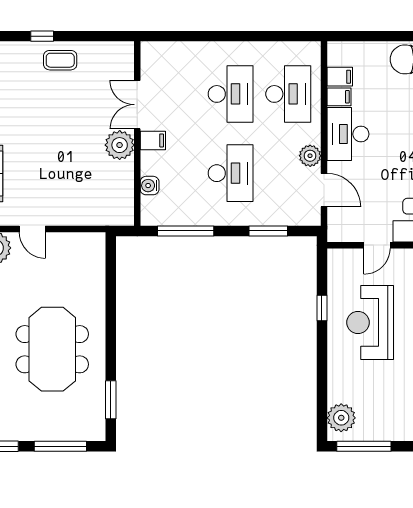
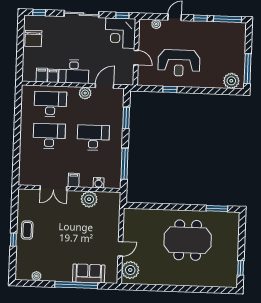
plant: (120, 145) -> (89, 199), moved
window: (60, 446) -> (242, 238), removed

